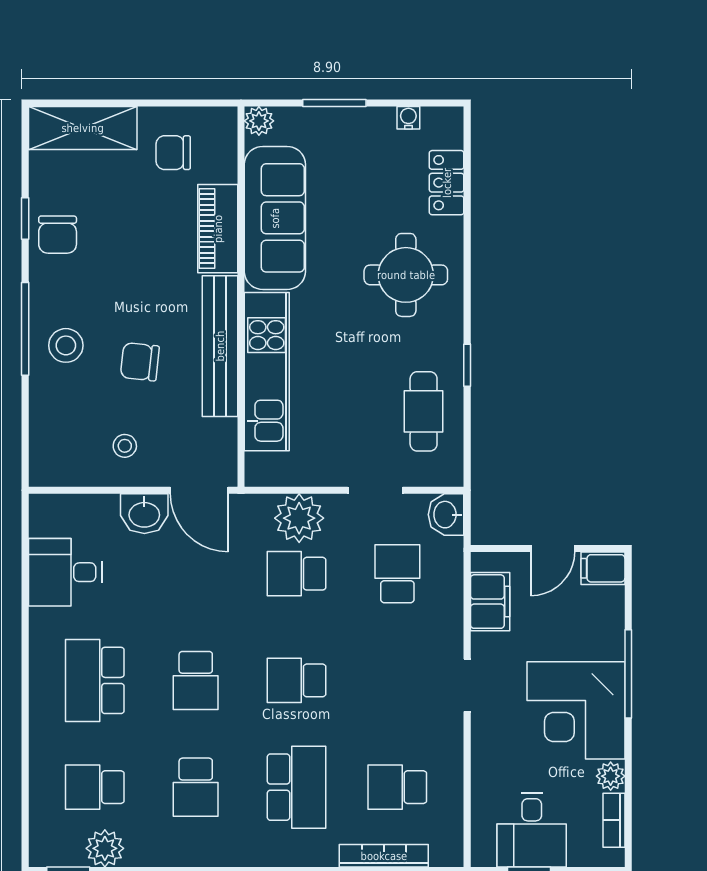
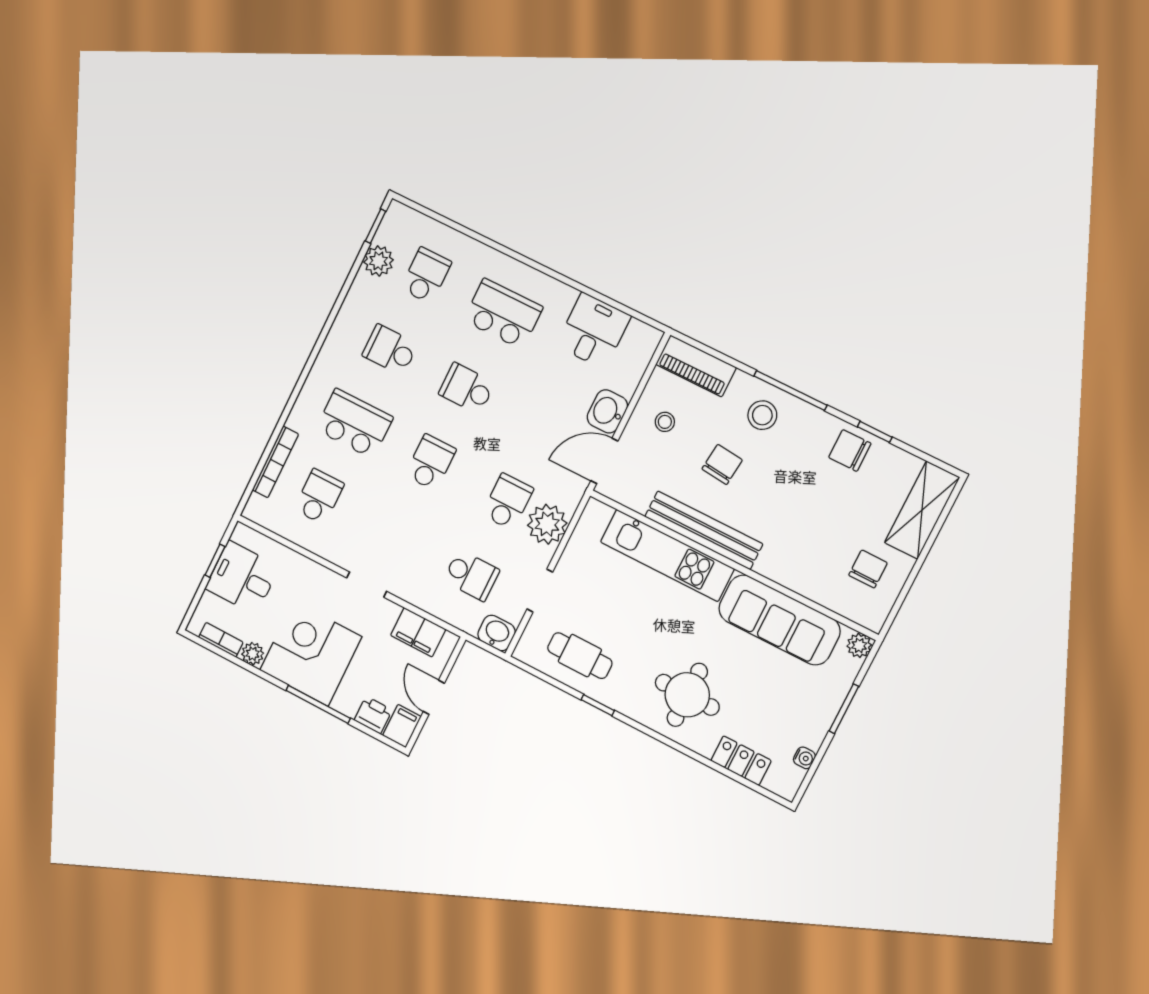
piano: (218, 229) -> (696, 366), moved, turned 180
printer: (608, 606) -> (373, 715), added
school desk: (297, 787) -> (354, 423), turned 180

